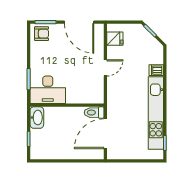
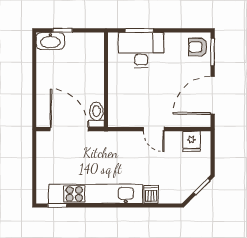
armchair: (42, 34) -> (198, 47), turned 90
desk: (48, 90) -> (141, 50), moved, turned 90
washbasin: (37, 118) -> (50, 41), moved

